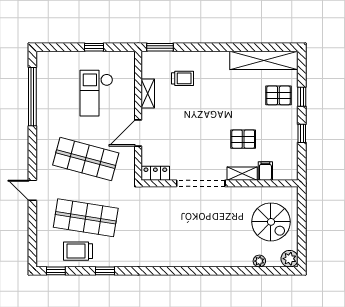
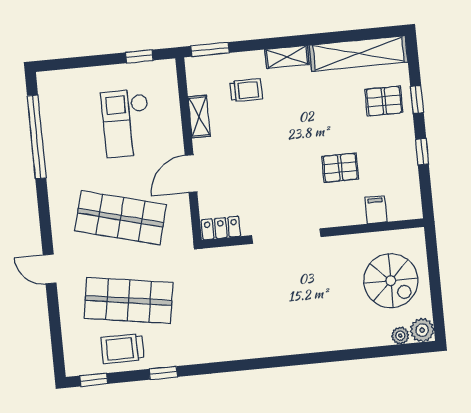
window: (94, 47) -> (139, 56), moved
shelving: (242, 174) -> (287, 57), moved
plant: (259, 261) -> (400, 336), moved

